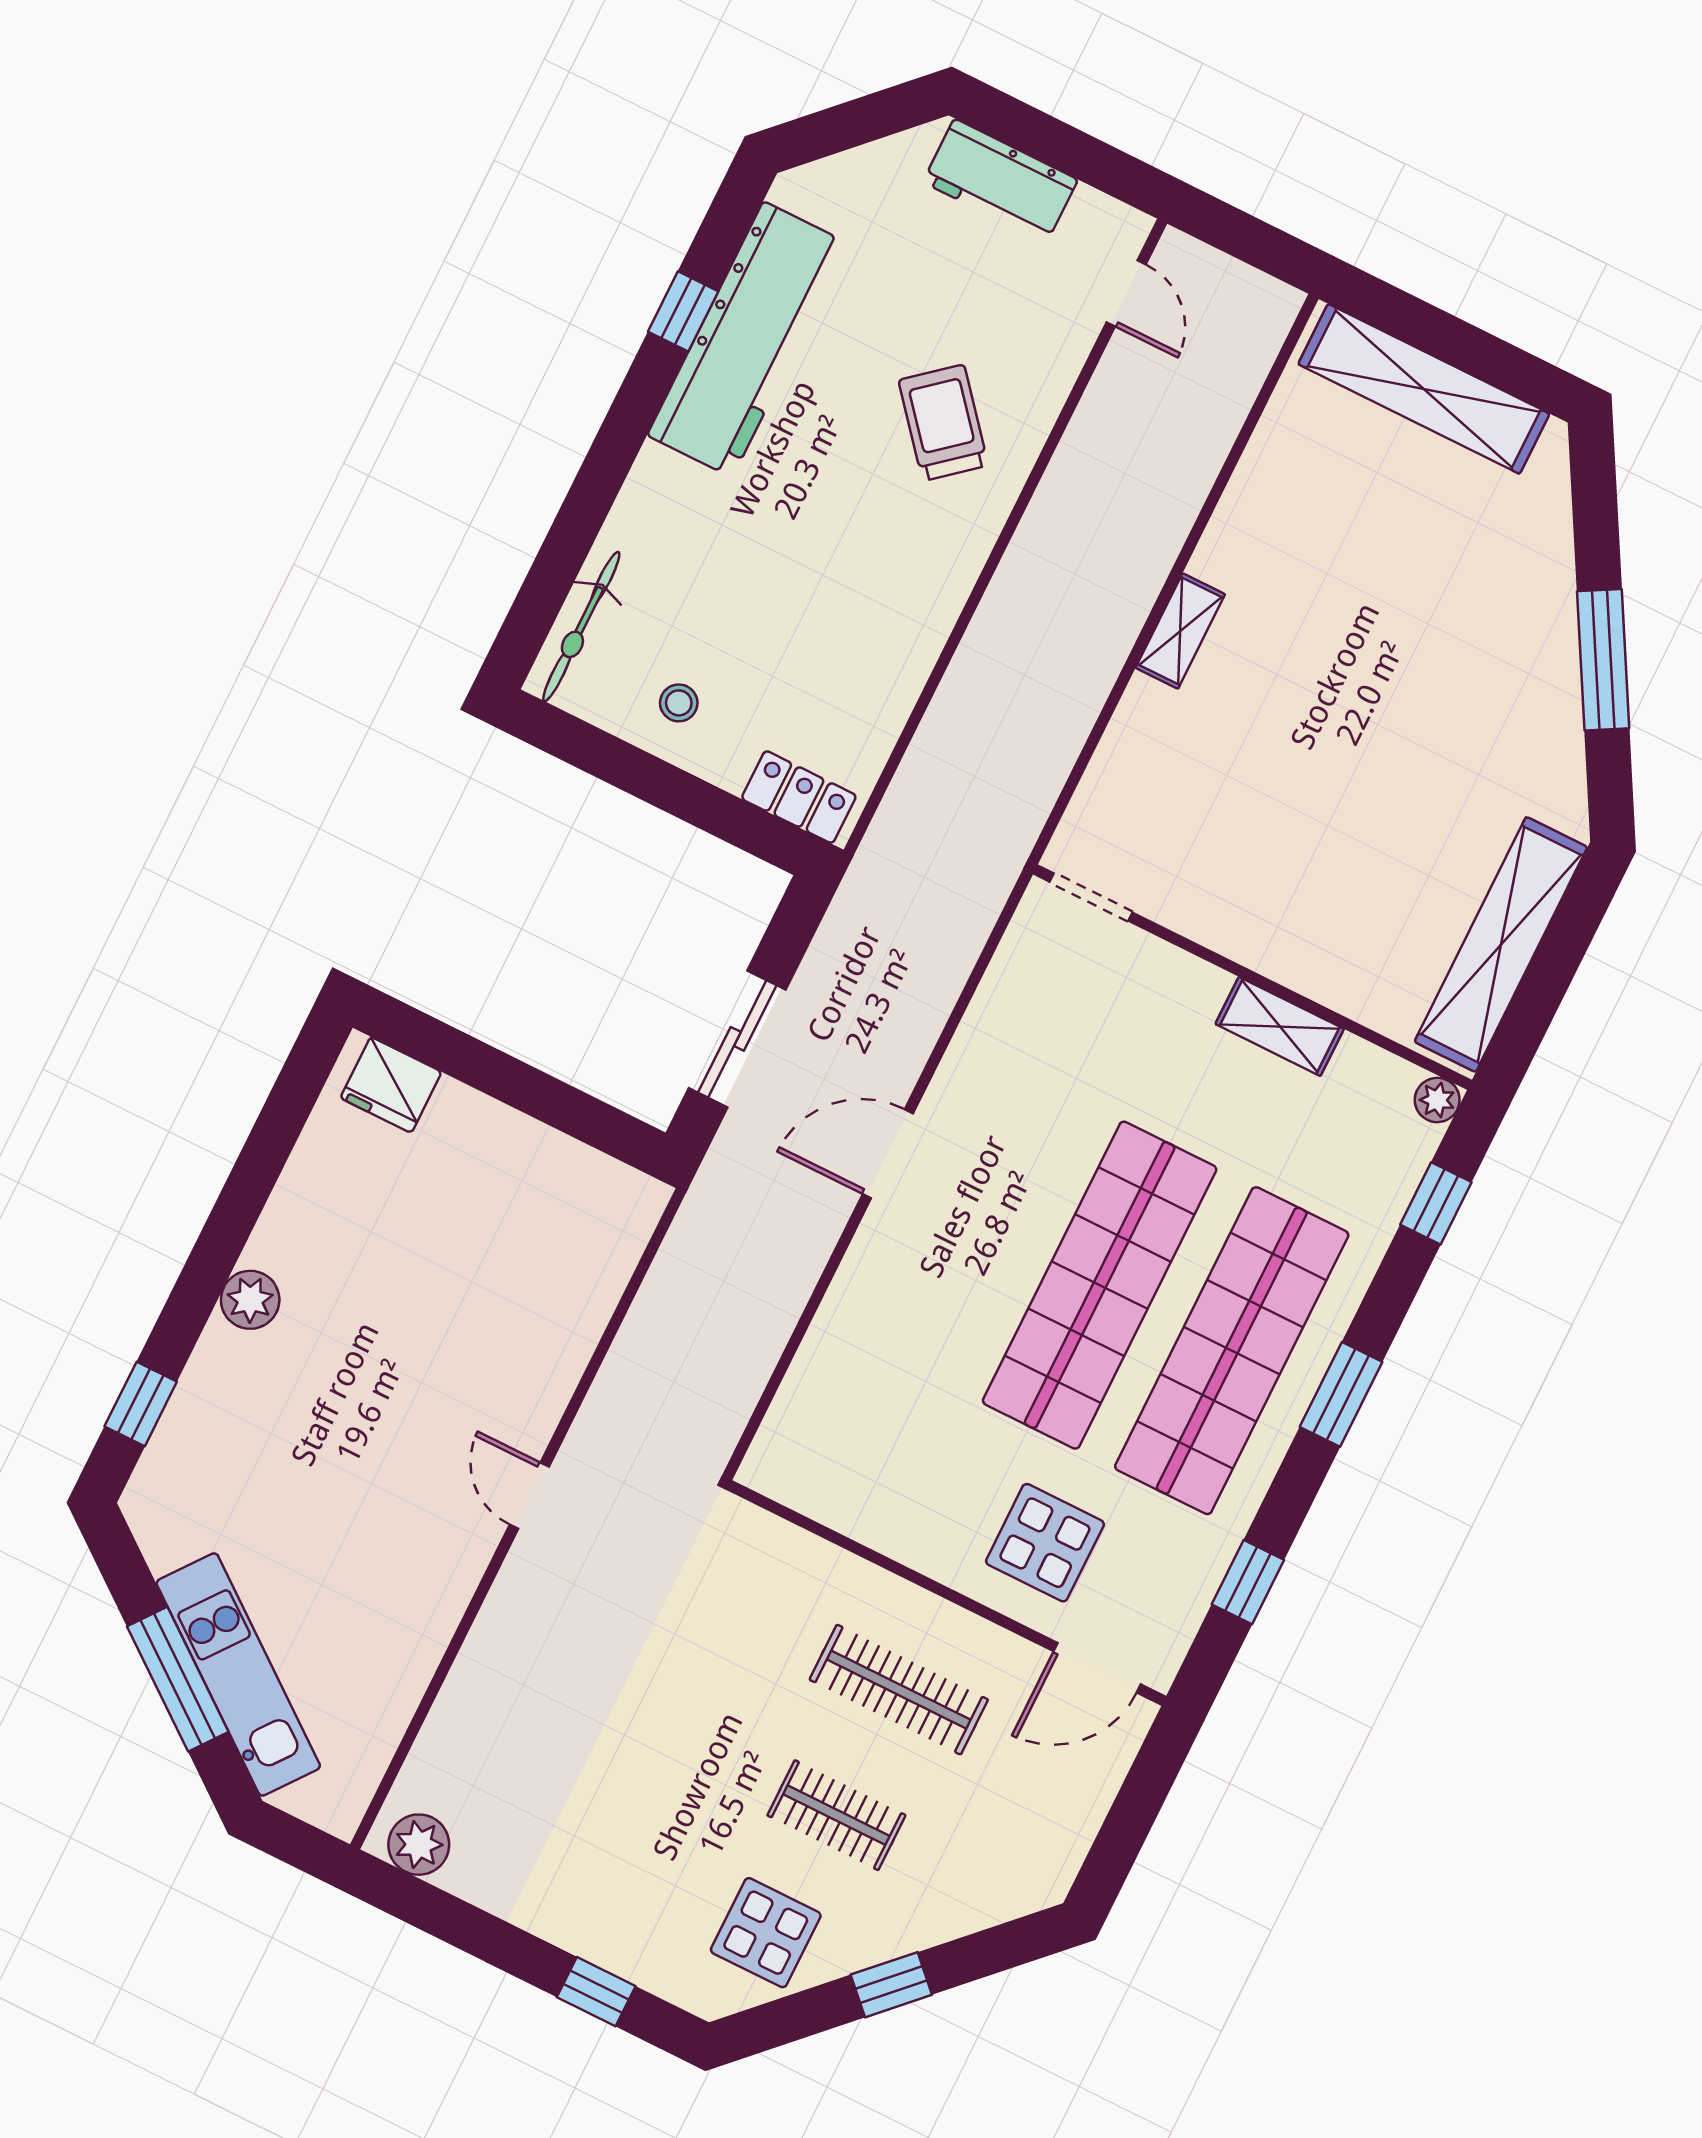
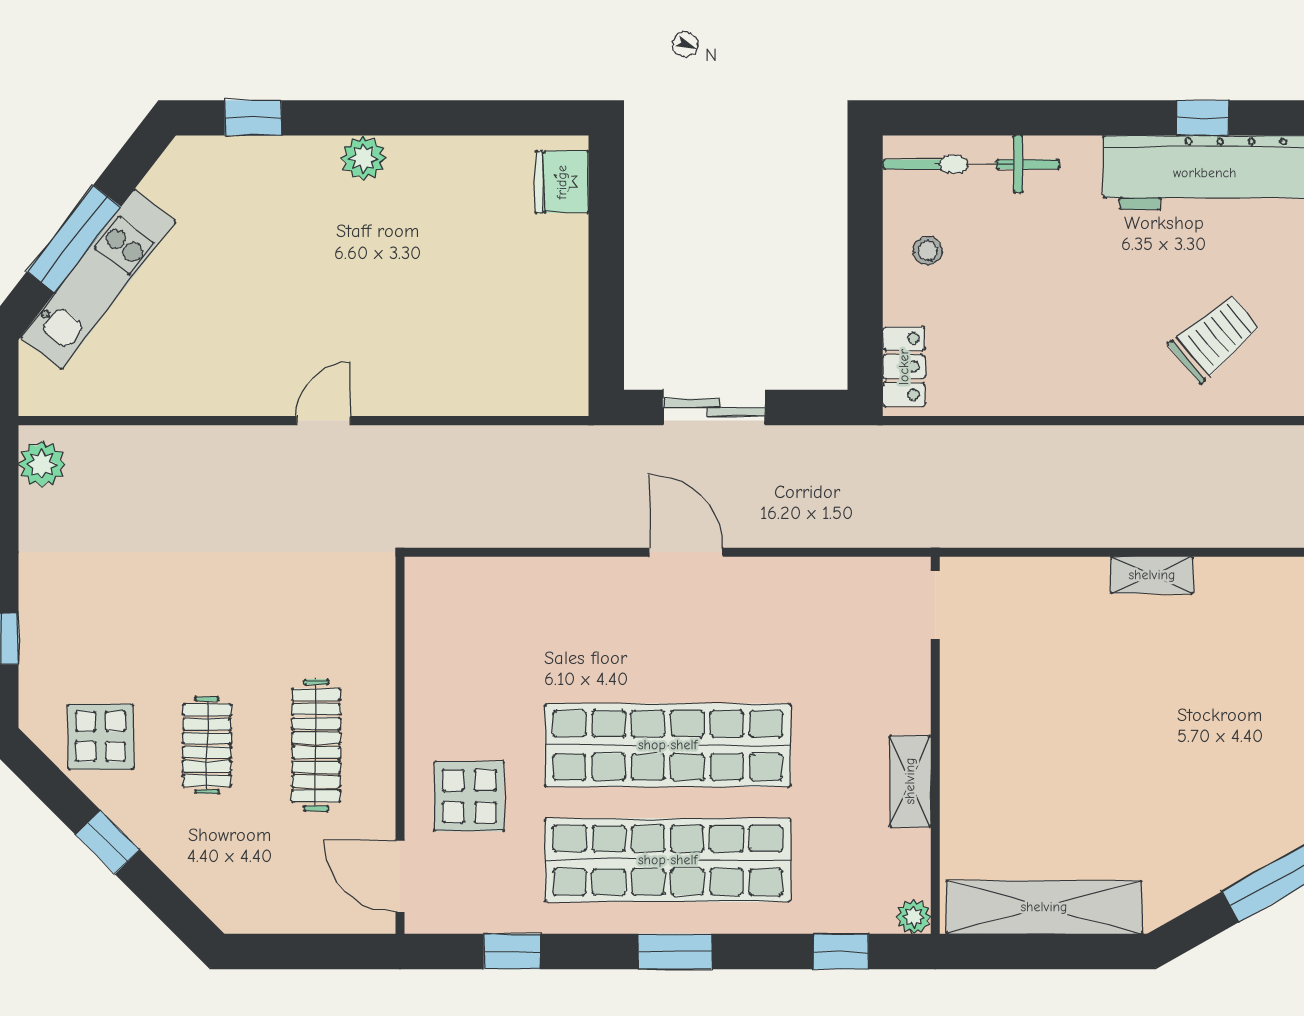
bicycle: (581, 626) -> (971, 164), width x1.37, depth x1.40

